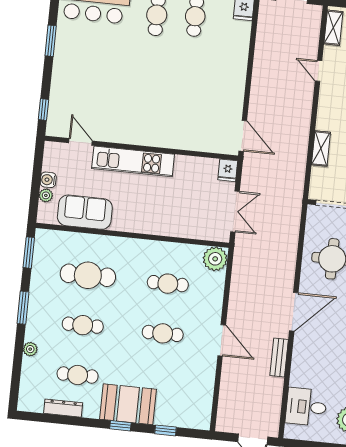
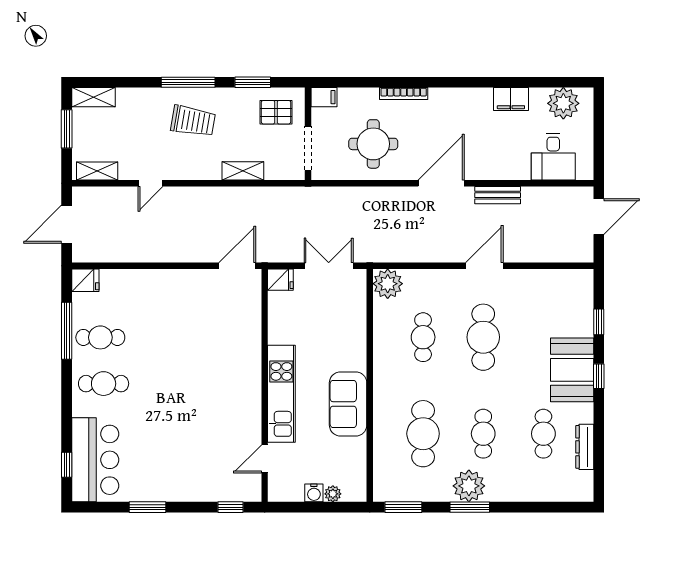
sofa: (85, 212) -> (348, 404), moved
door: (294, 312) -> (441, 183), hinge flipped
cafe table: (163, 333) -> (483, 337), width x1.37, depth x1.35
plant: (30, 349) -> (469, 486), moved, width x1.88, depth x1.88

